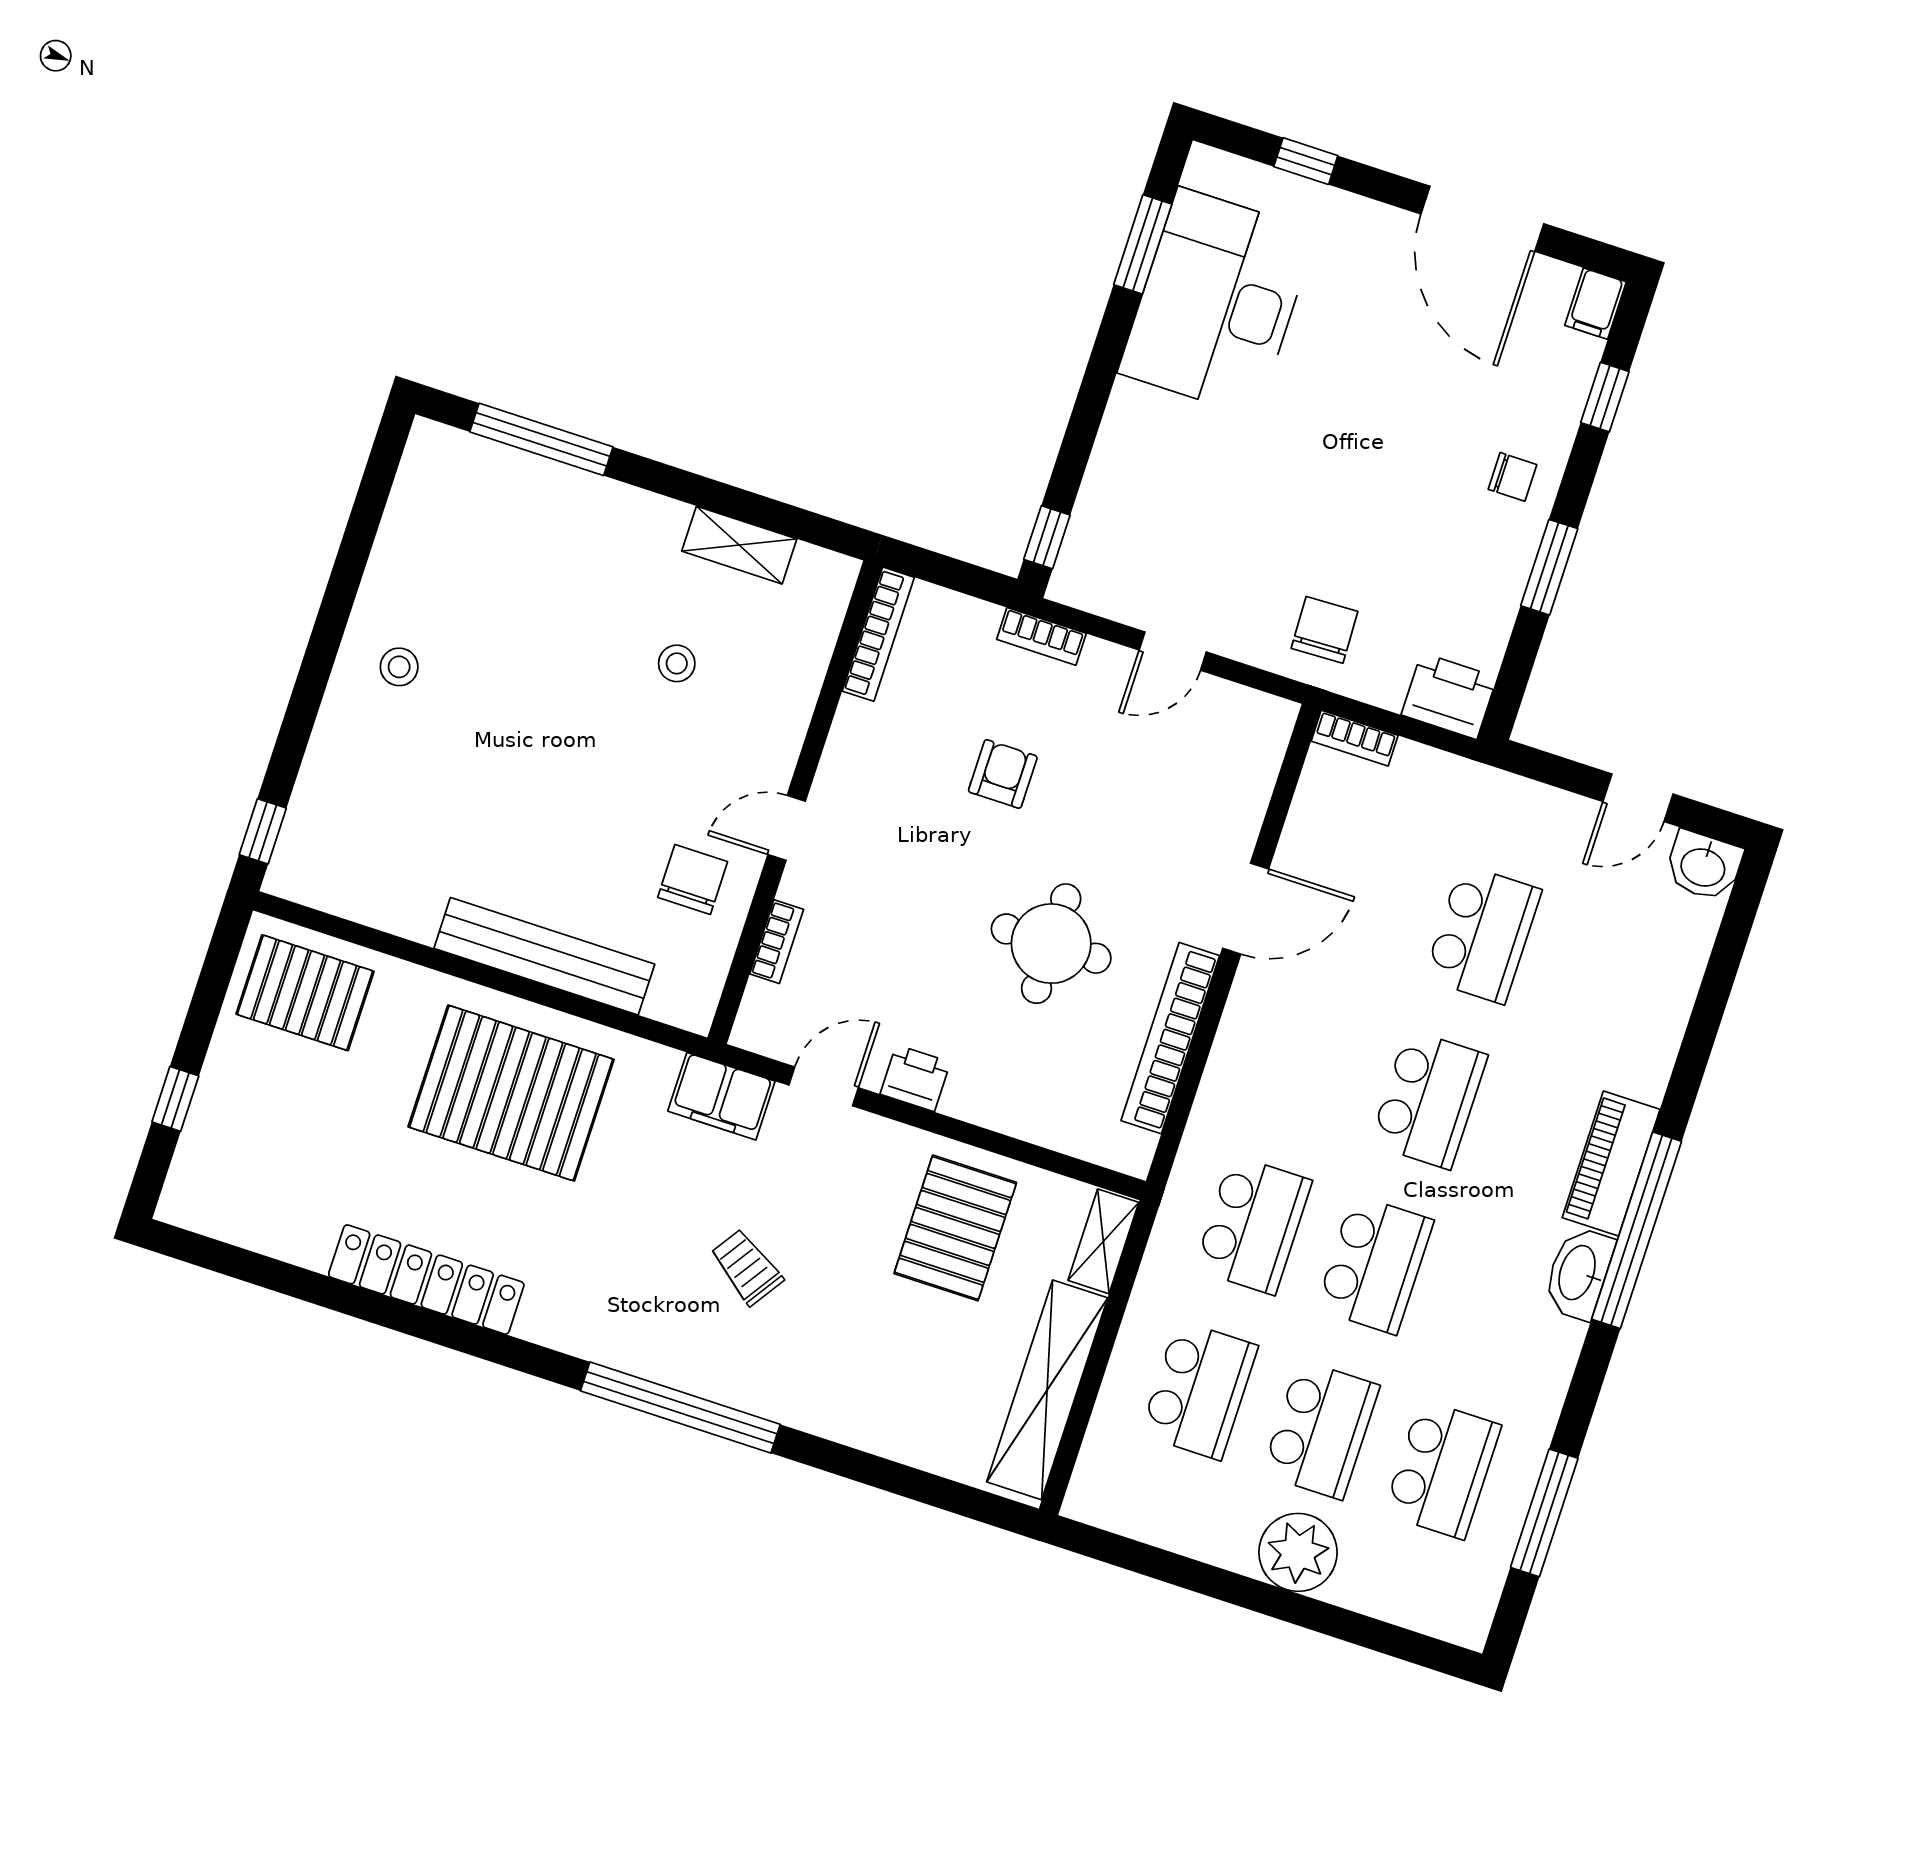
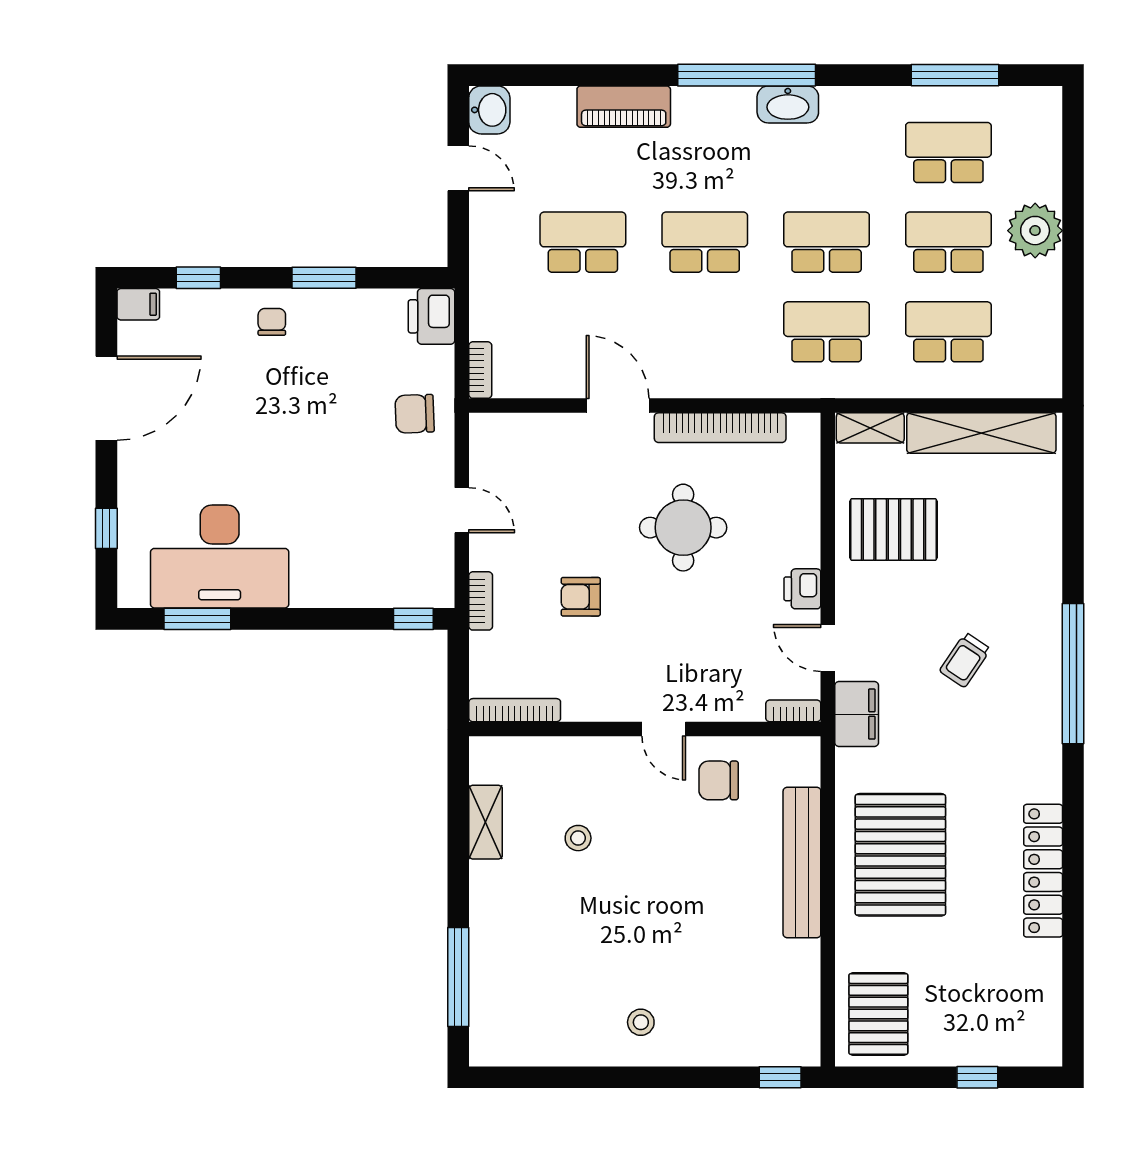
bookcase: (777, 942) -> (793, 711), moved
piano: (1611, 1163) -> (624, 107), moved

